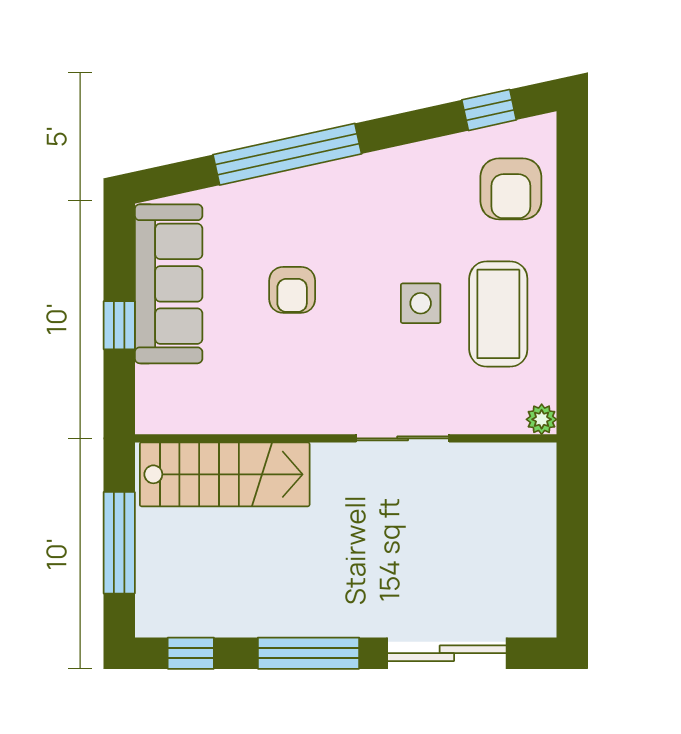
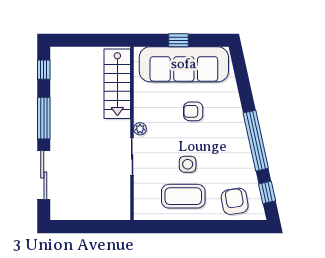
window: (287, 154) -> (256, 141), moved
armchair: (511, 189) -> (235, 201), turned 81
sofa: (169, 284) -> (184, 64), width x1.36, depth x1.27
plant: (542, 419) -> (140, 129), moved
window: (119, 543) -> (89, 40), removed

